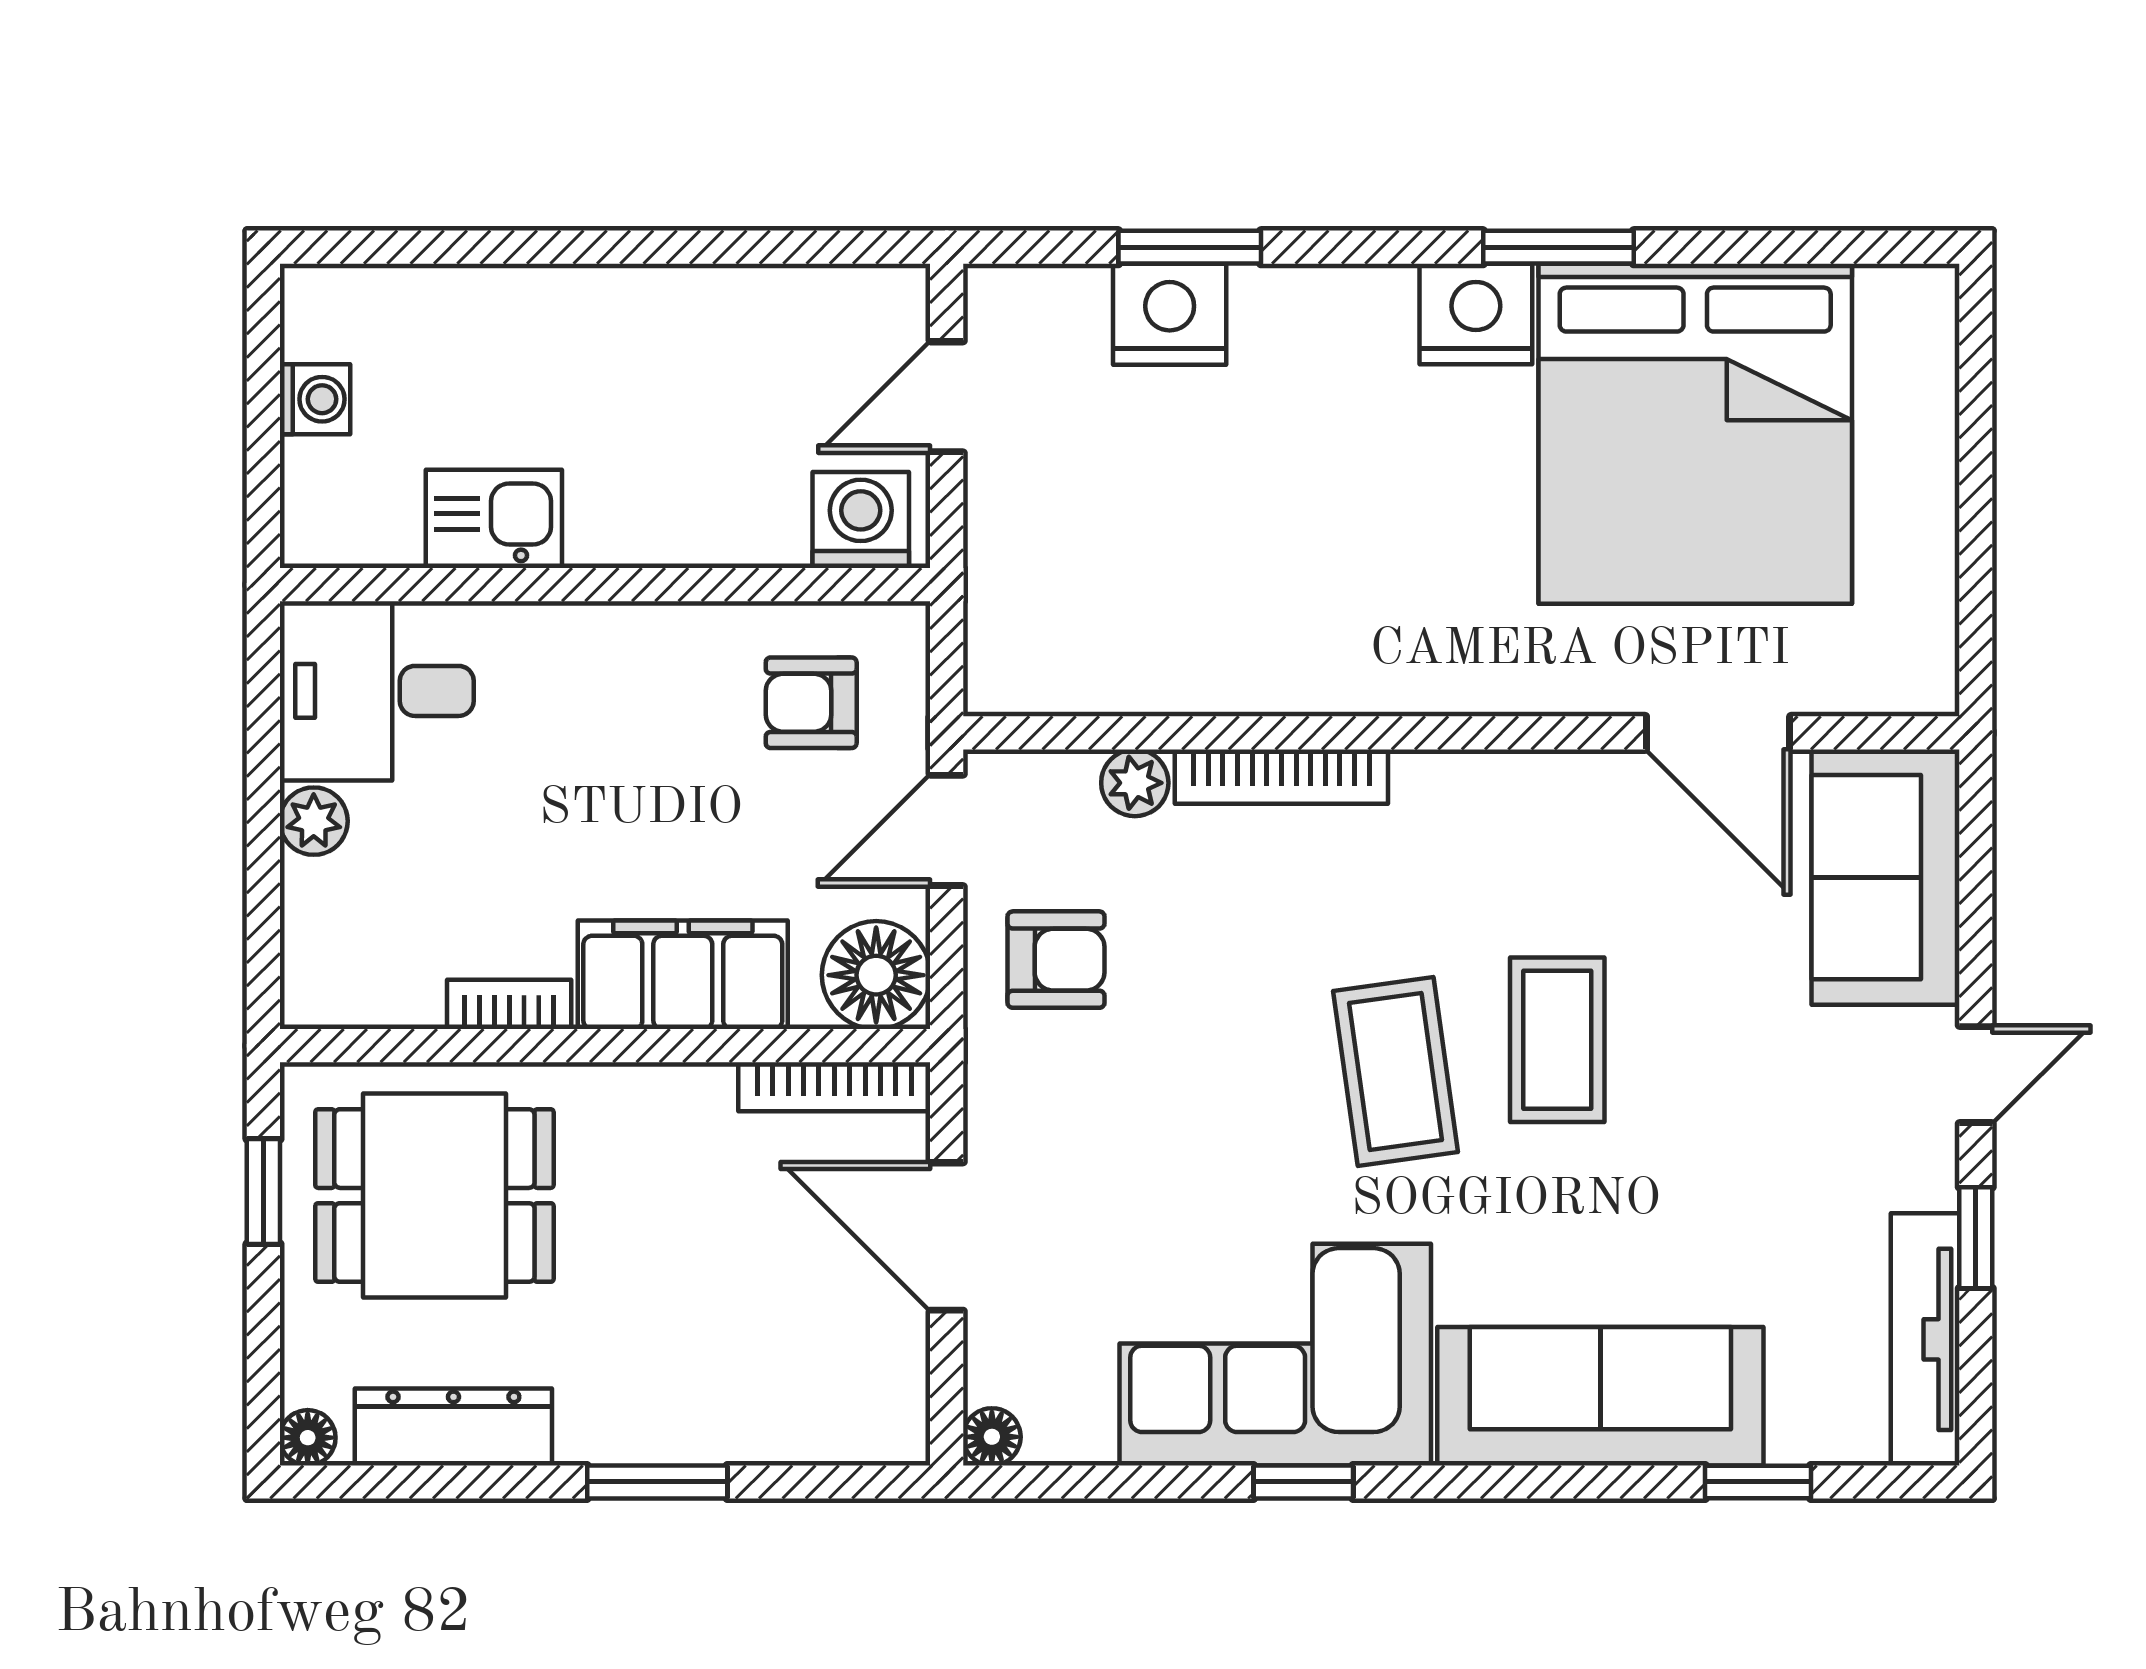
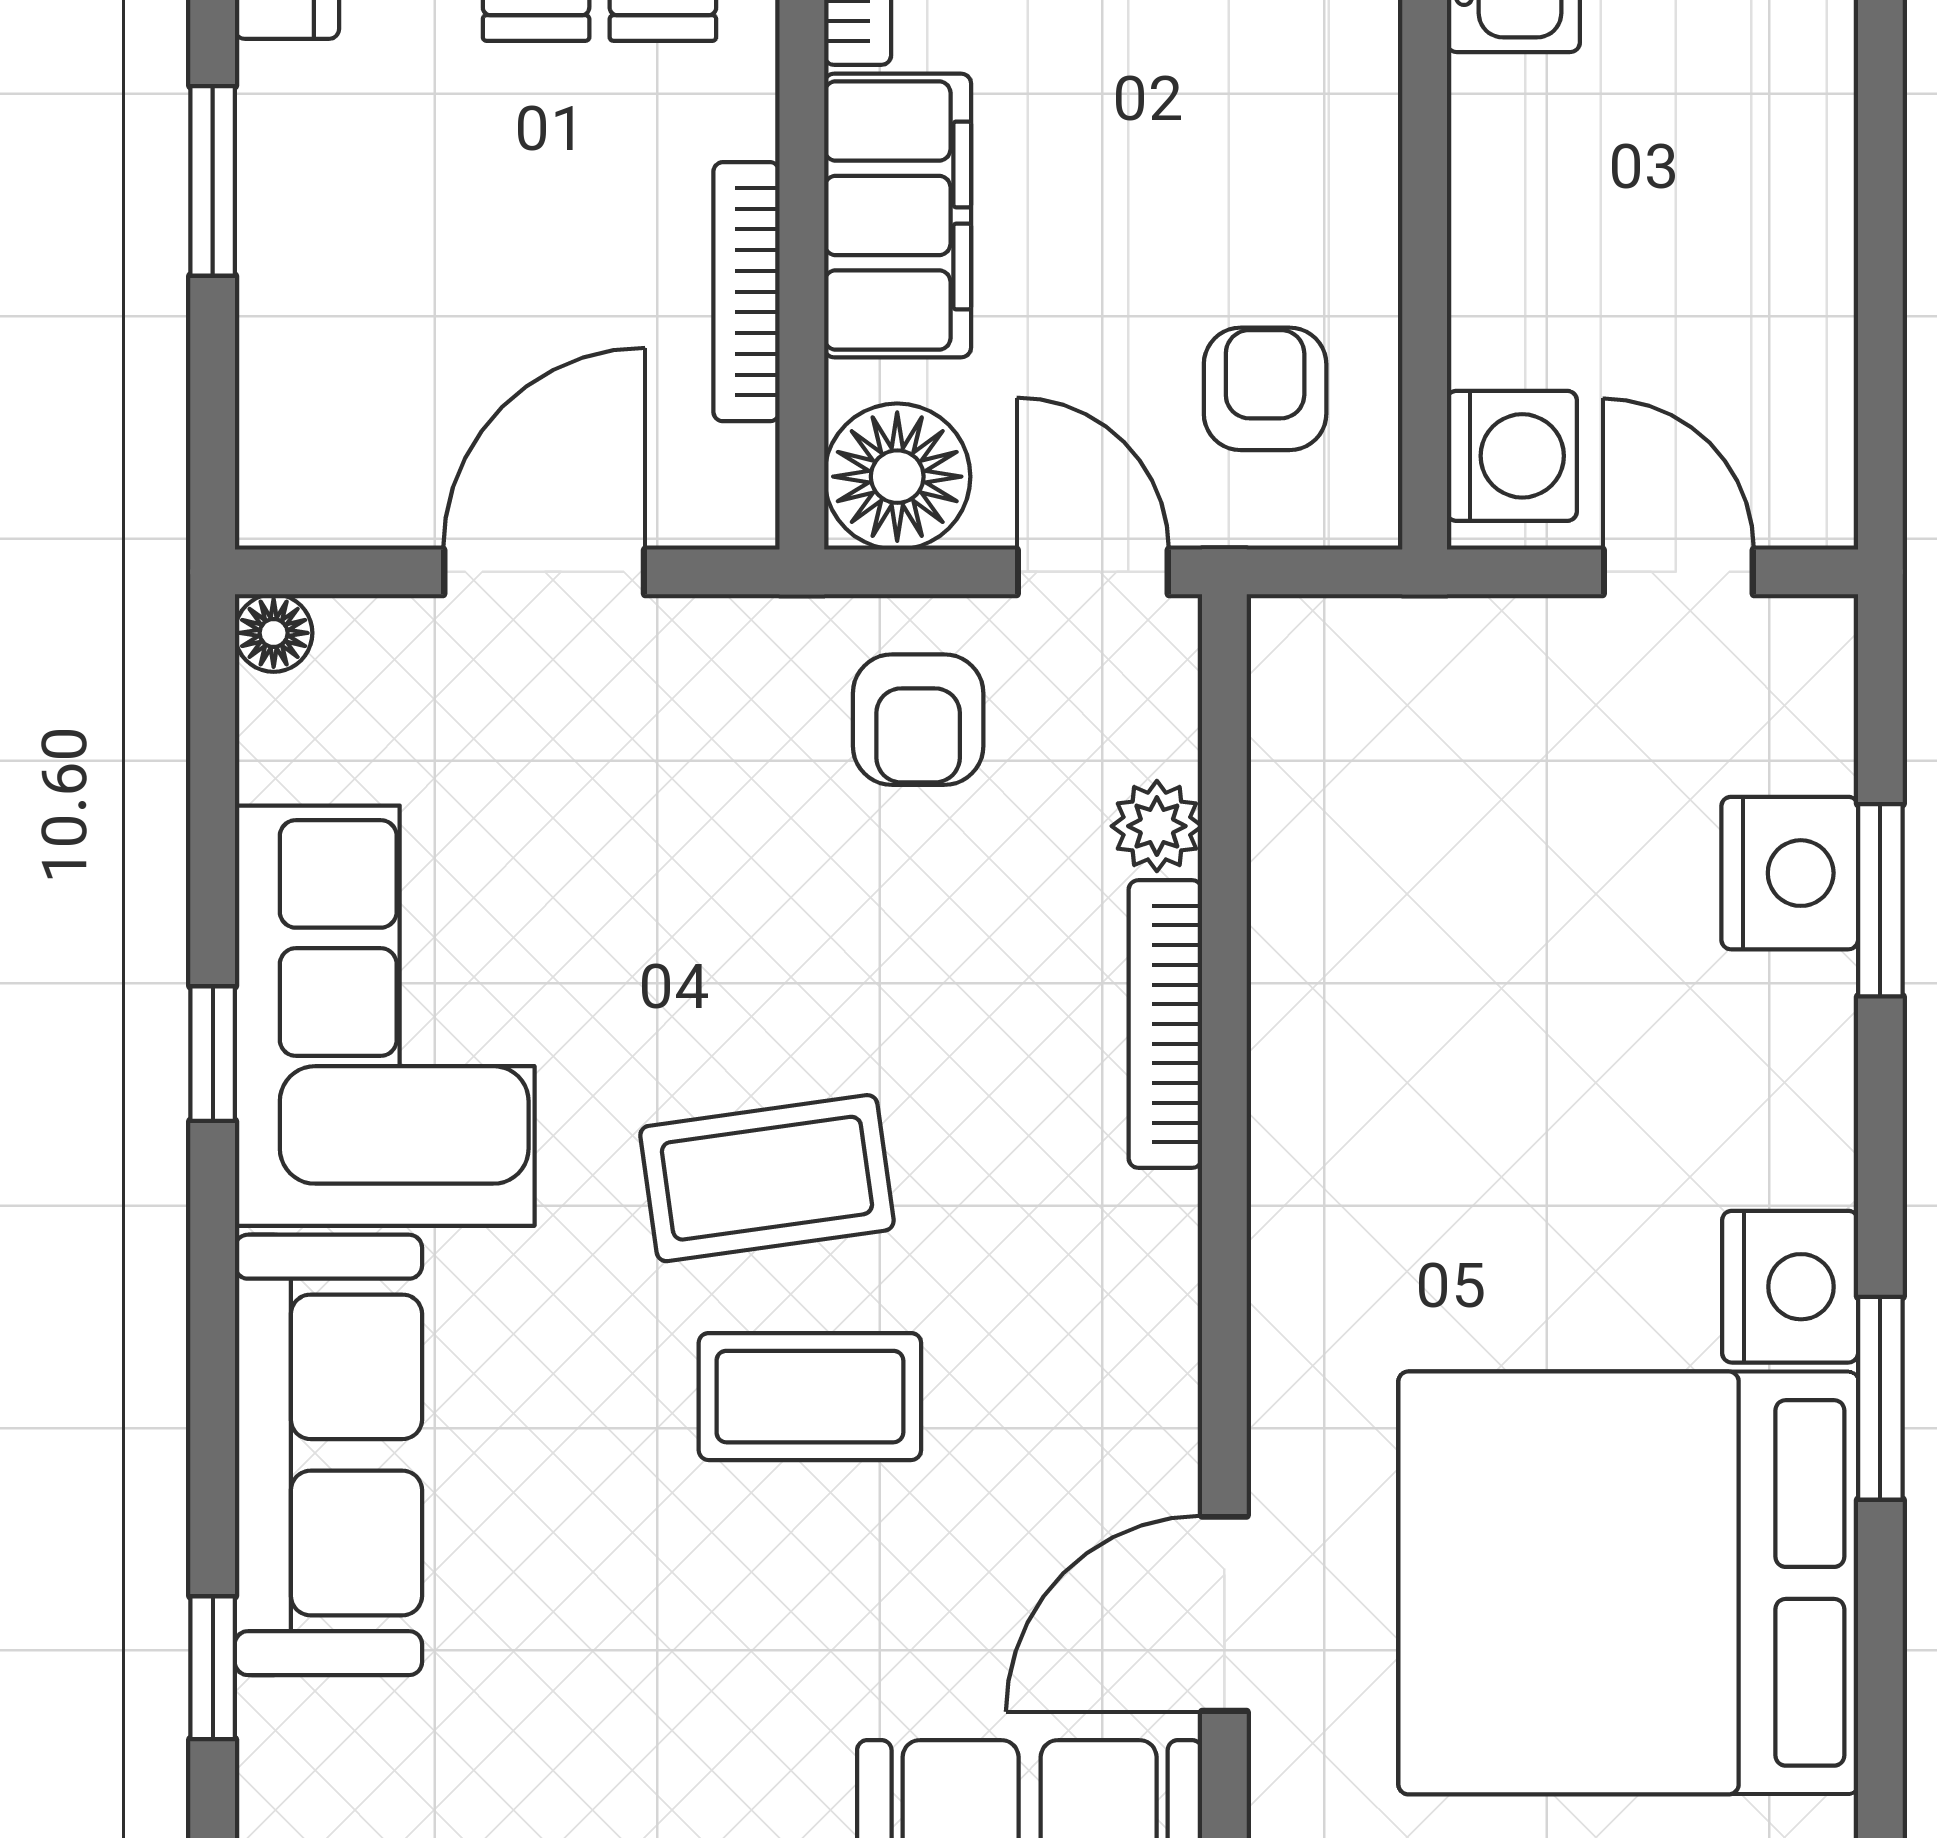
bookcase: (834, 1087) -> (746, 292), moved

